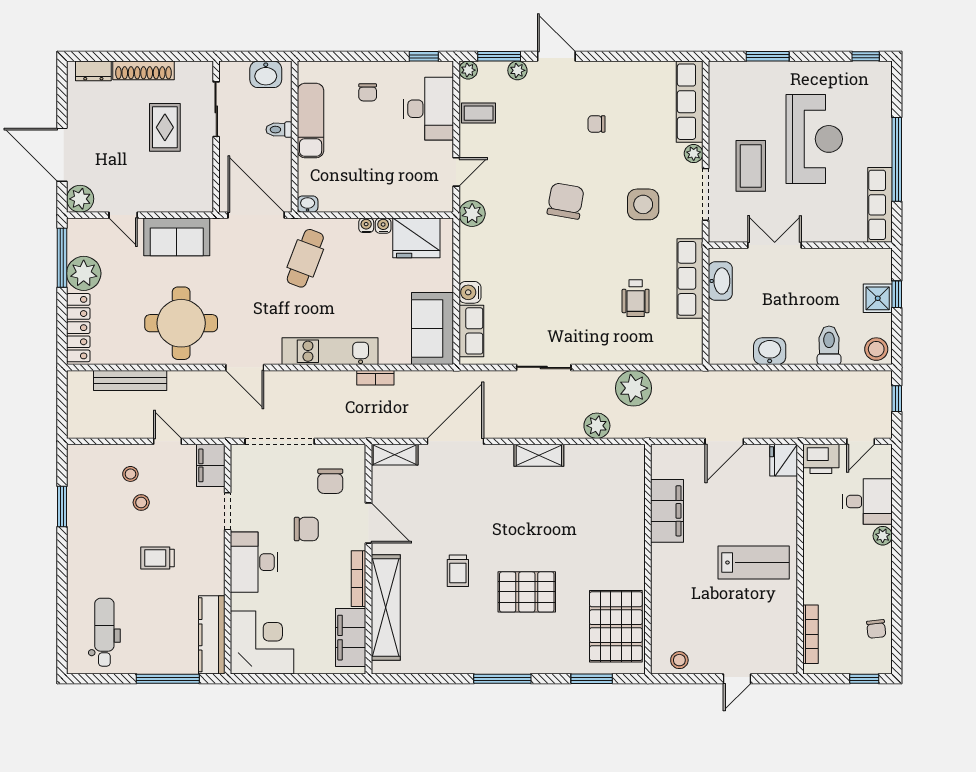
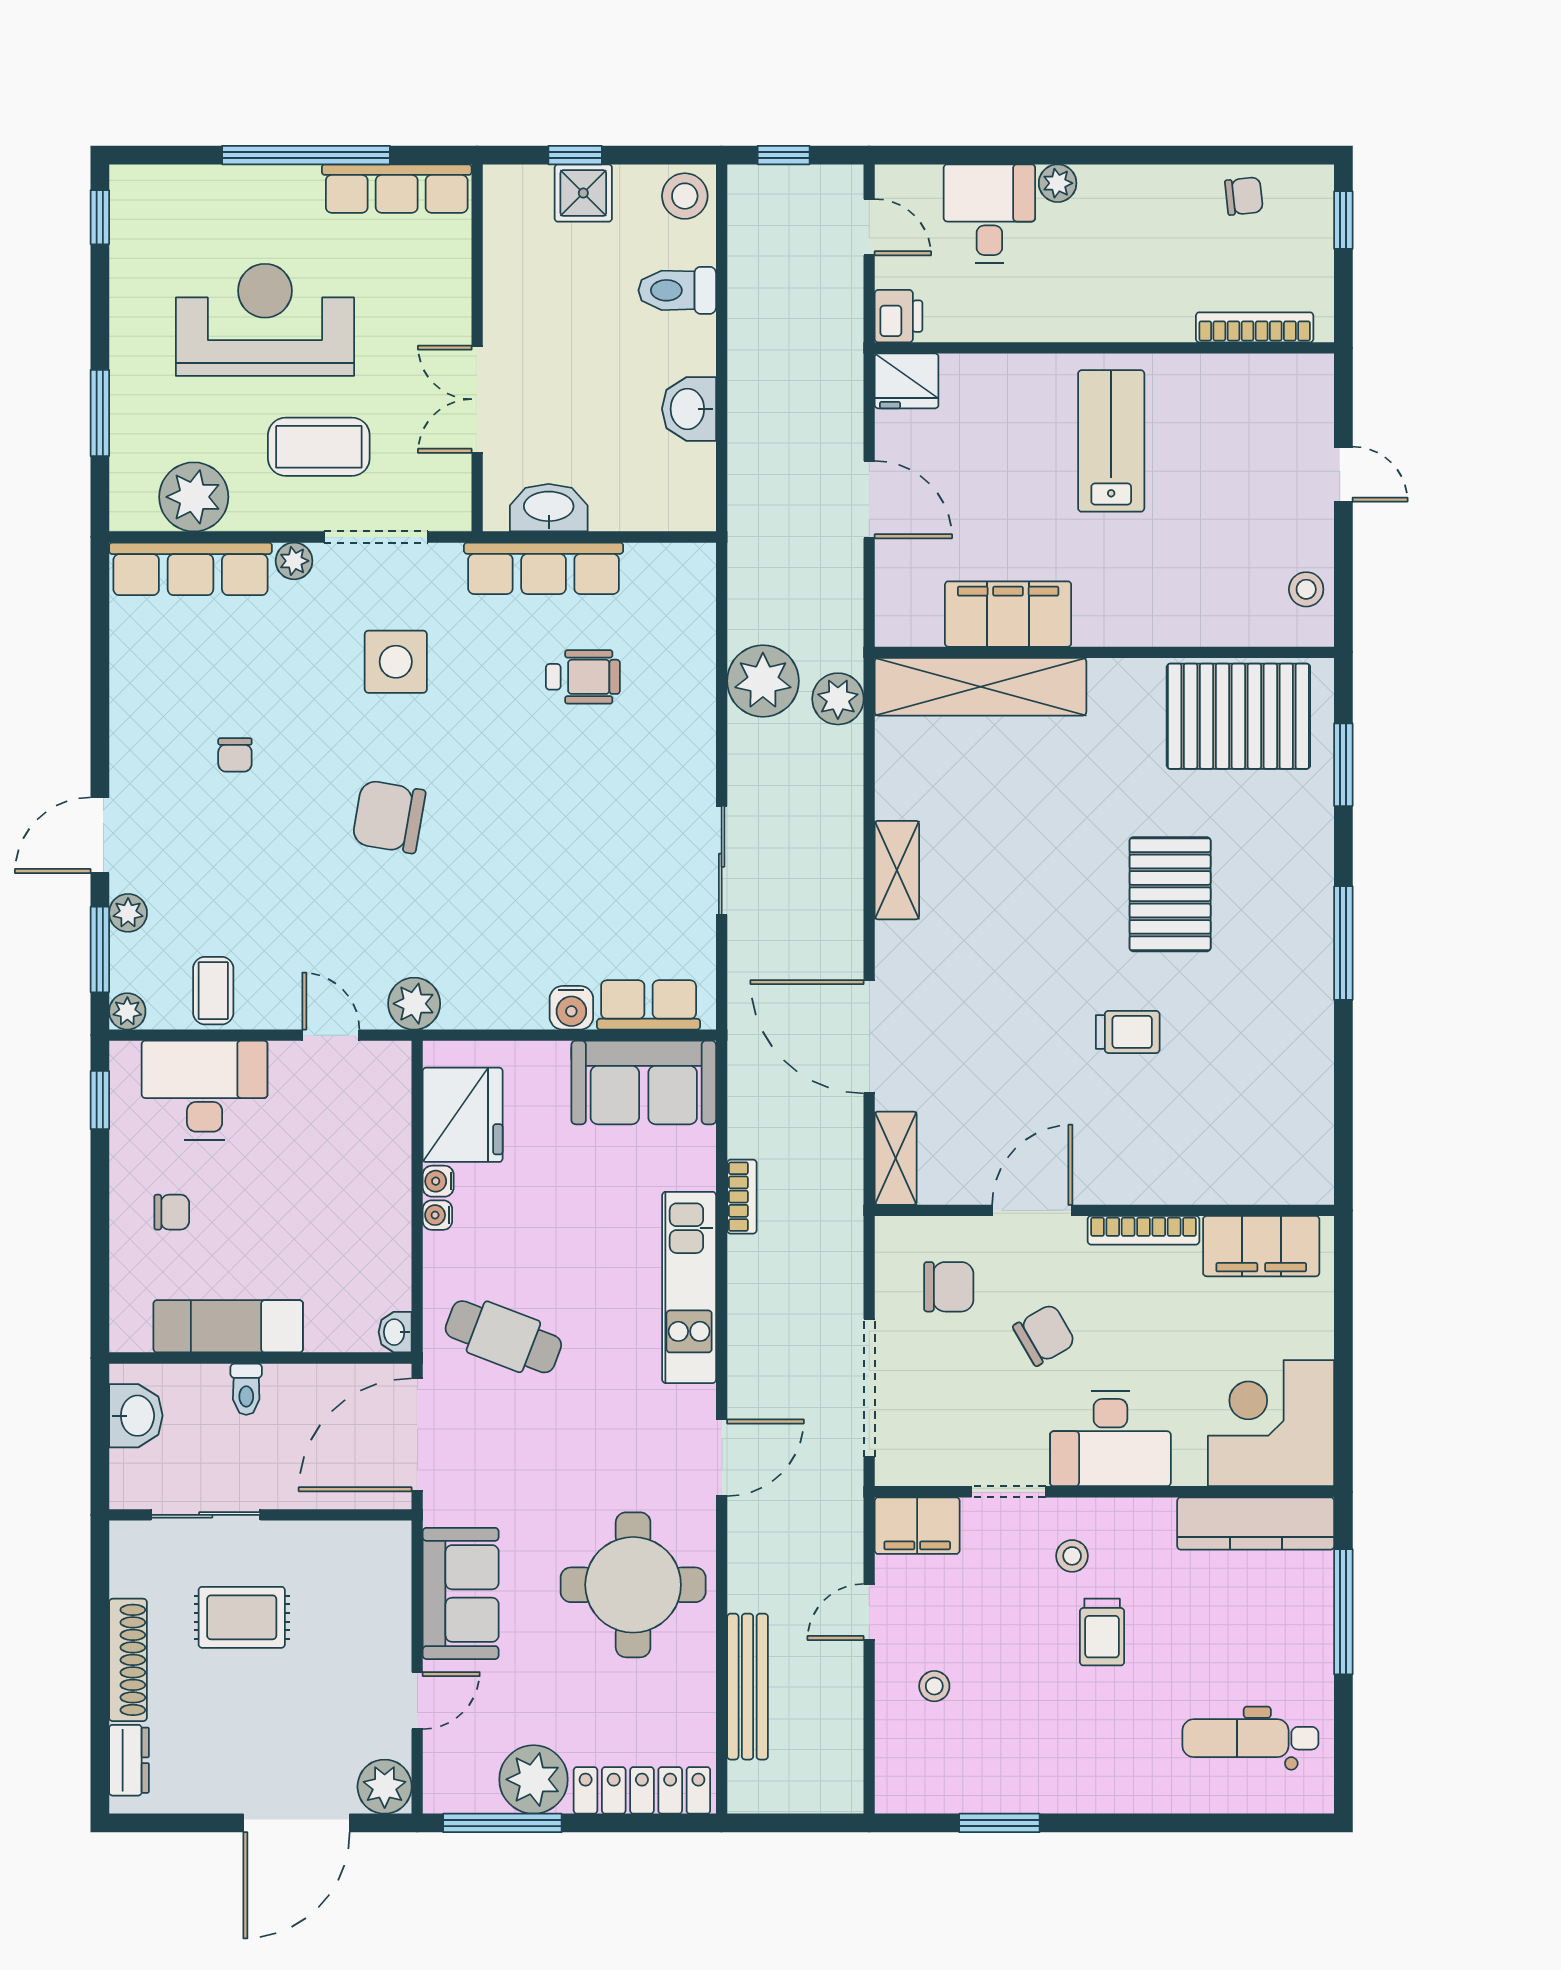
plant: (726, 103) -> (194, 497), added
plant: (597, 426) -> (838, 699), moved
printer: (821, 459) -> (899, 316), width x0.73, depth x0.81
stool: (141, 502) -> (1072, 1556), moved
chair: (306, 529) -> (1044, 1335), turned 60
shelving: (386, 608) -> (980, 687), moved

